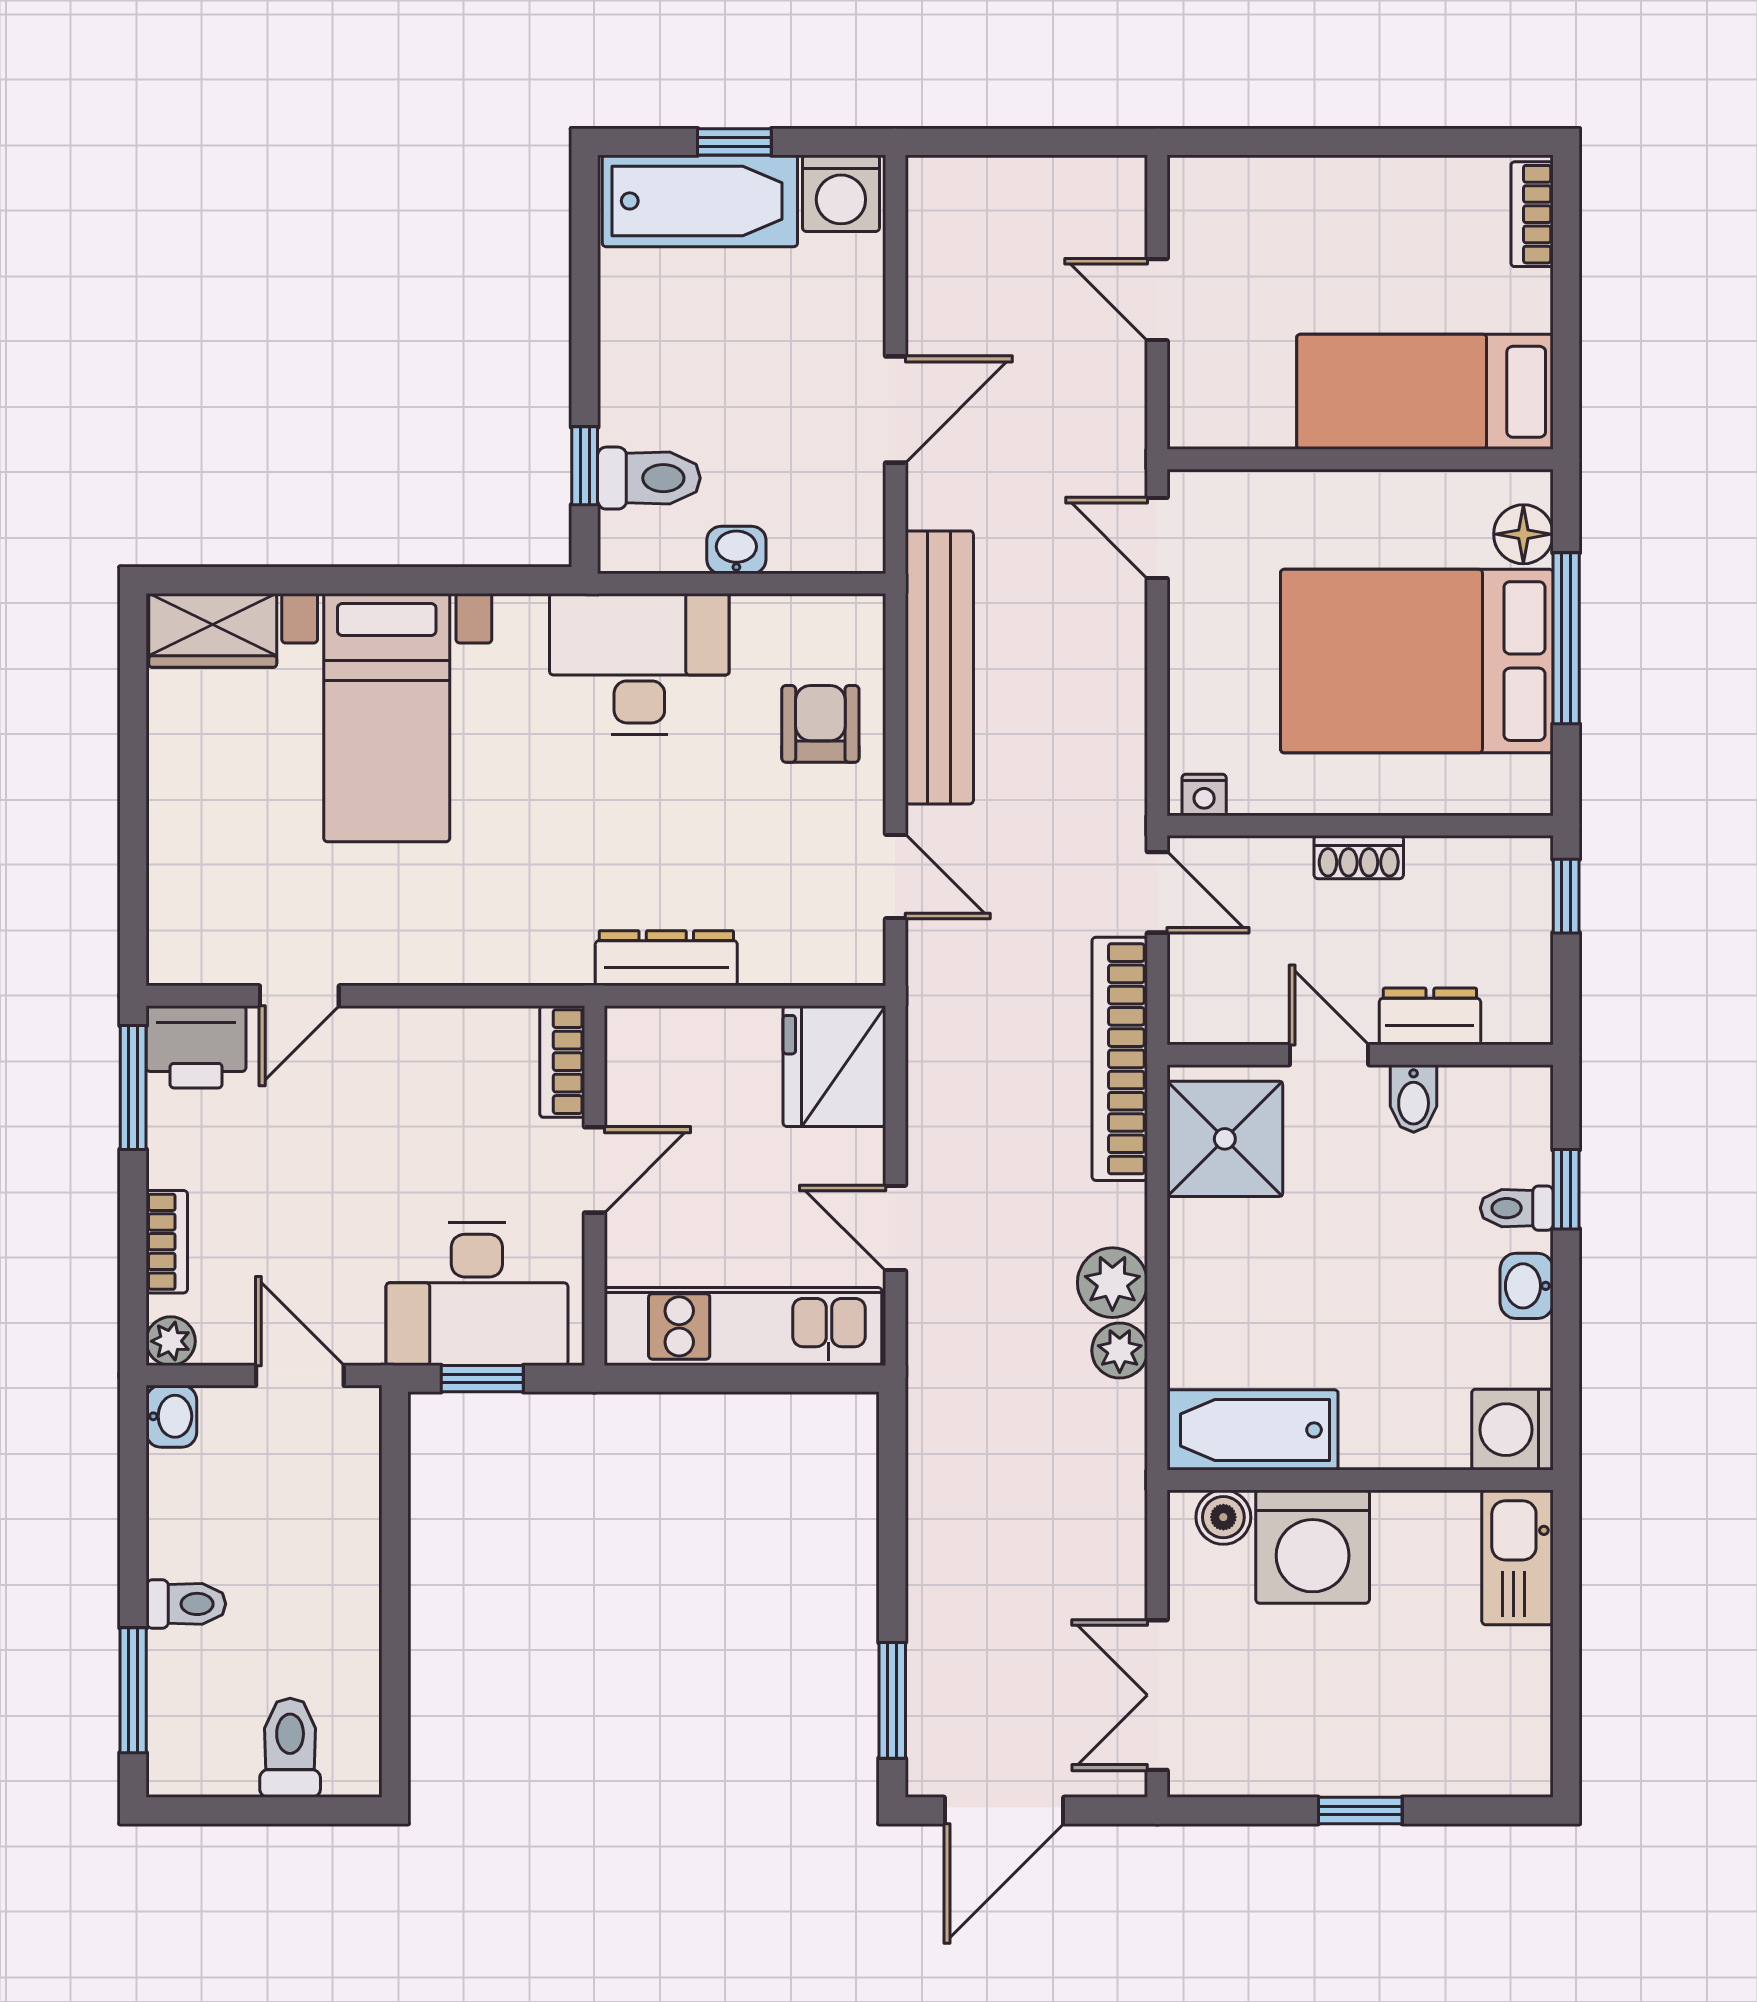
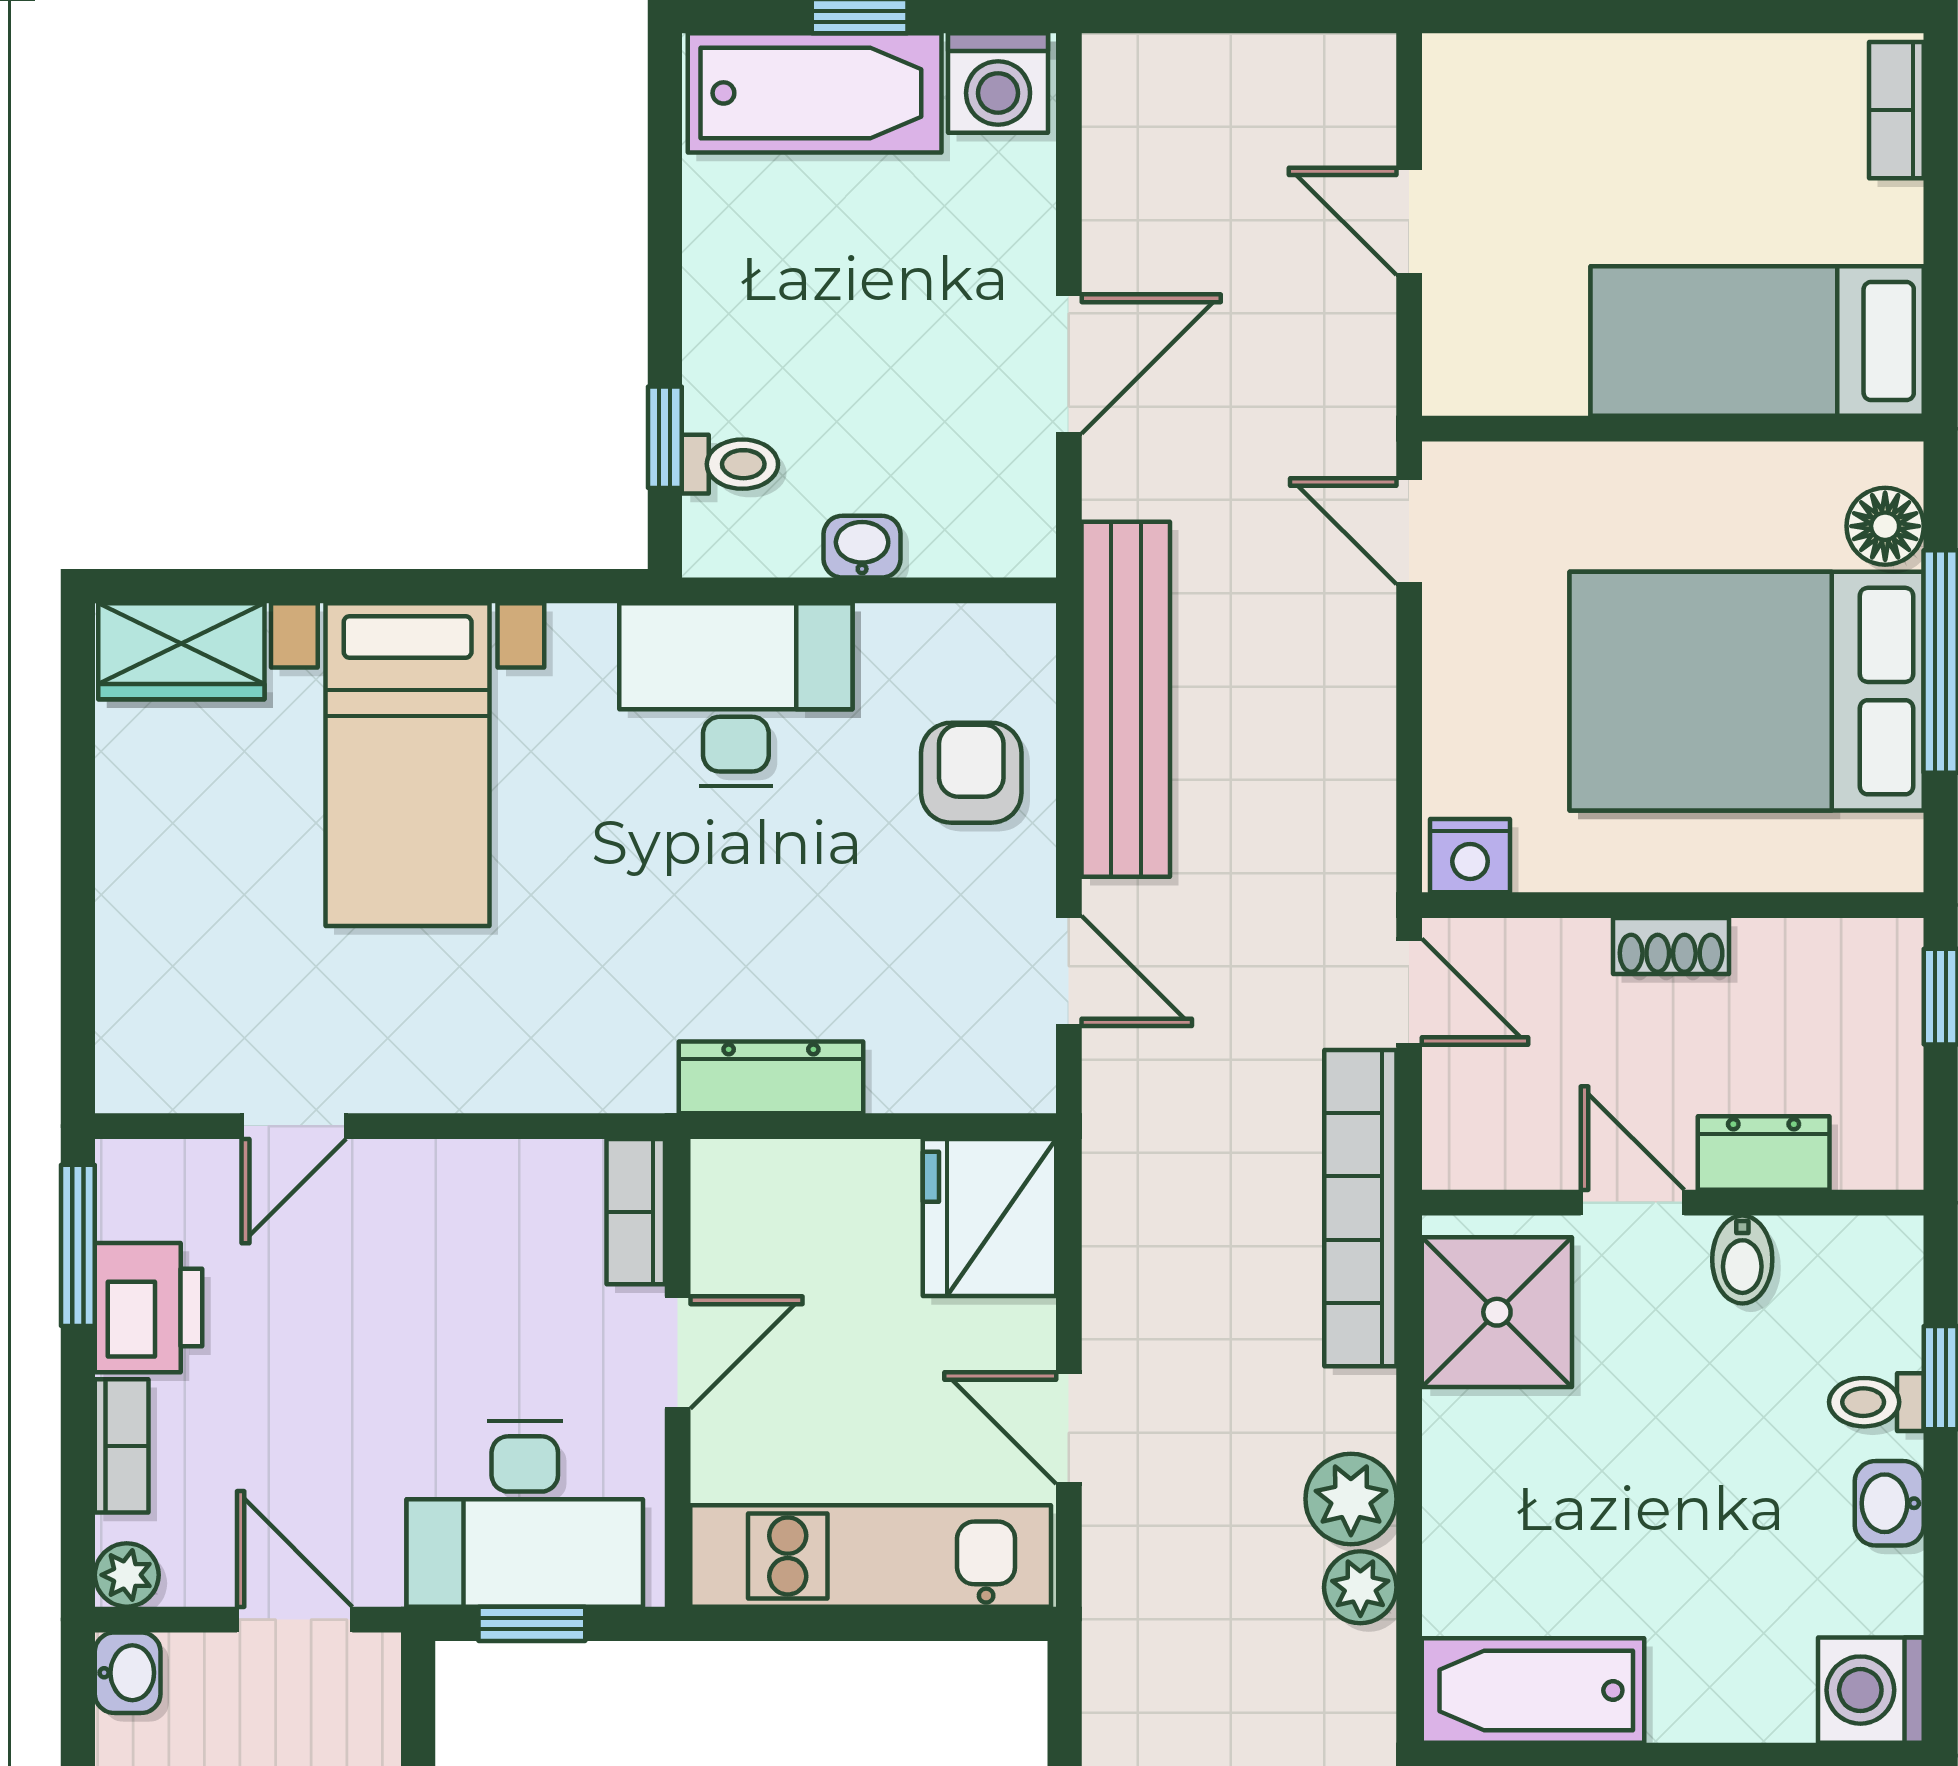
toilet: (649, 478) -> (730, 464), width x0.73, depth x0.72
nightstand: (1204, 795) -> (1470, 856), width x1.39, depth x1.35
printer: (196, 1047) -> (148, 1308), moved, turned -90

